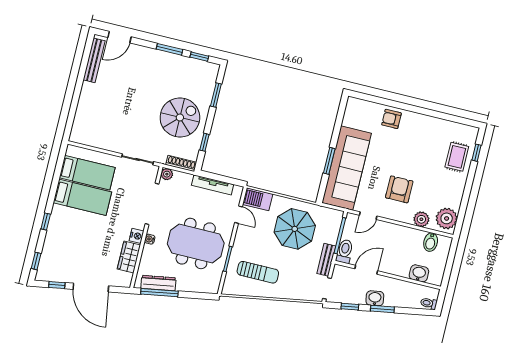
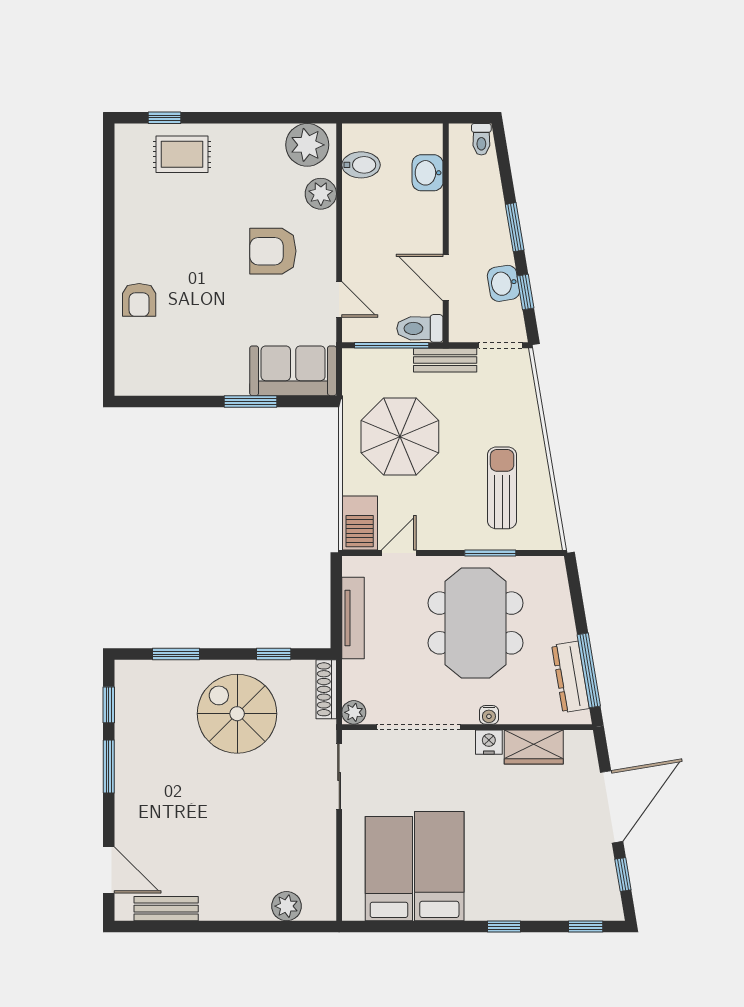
bench: (94, 60) -> (166, 909), width x0.73
plant: (81, 119) -> (287, 906), added
sofa: (347, 168) -> (293, 371), width x0.54, depth x0.79
washbasin: (375, 298) -> (503, 283), moved

